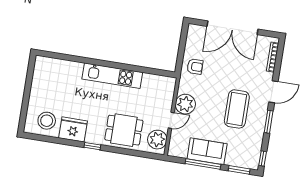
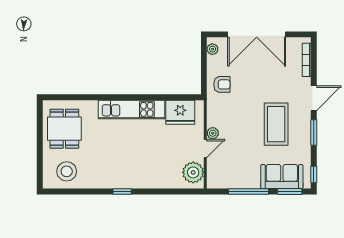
plant: (192, 34) -> (212, 49), added
plant: (185, 104) -> (213, 133), width x0.53, depth x0.53
fridge: (73, 129) -> (180, 112), moved, turned 180
dining table: (124, 130) -> (64, 129), moved, turned 90
sofa: (207, 151) -> (282, 176), moved

